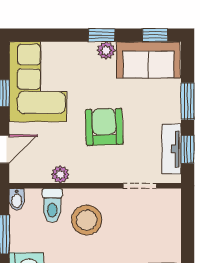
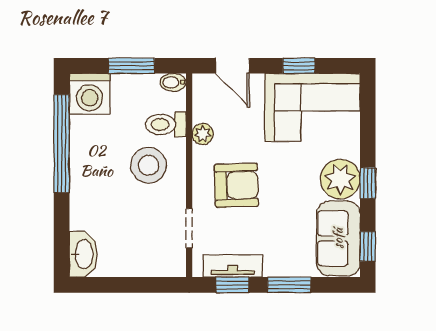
plant: (106, 50) -> (340, 179), width x1.88, depth x1.88
armchair: (104, 127) -> (236, 185), moved

